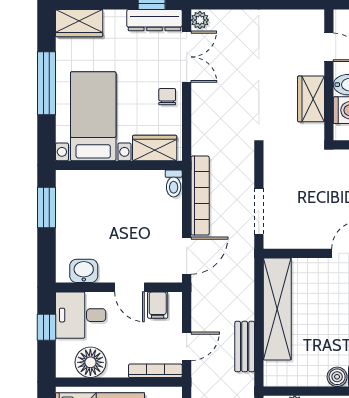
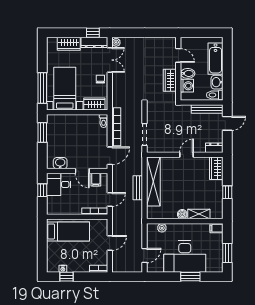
wardrobe: (79, 23) -> (69, 44), moved
window: (46, 83) -> (42, 88), moved
bench: (245, 347) -> (138, 188), moved
floor lamp: (90, 362) -> (63, 207), removed

